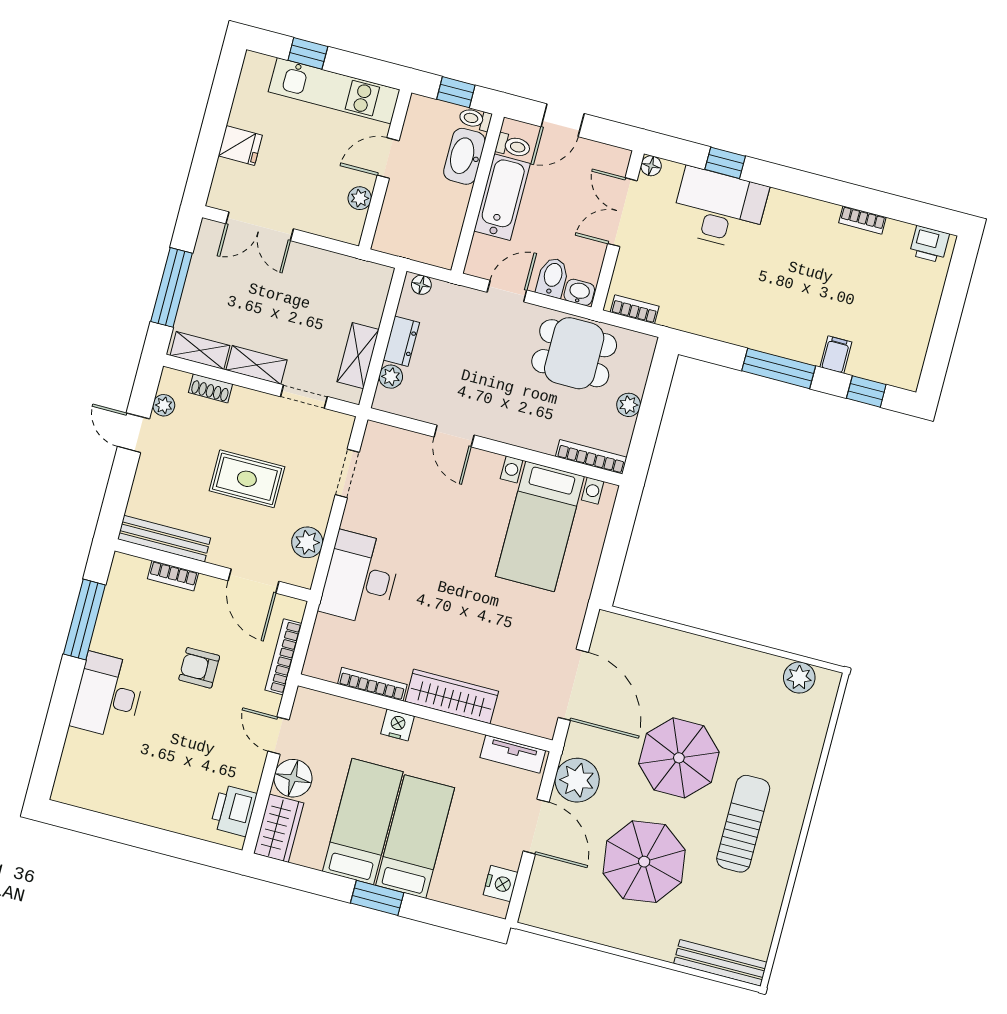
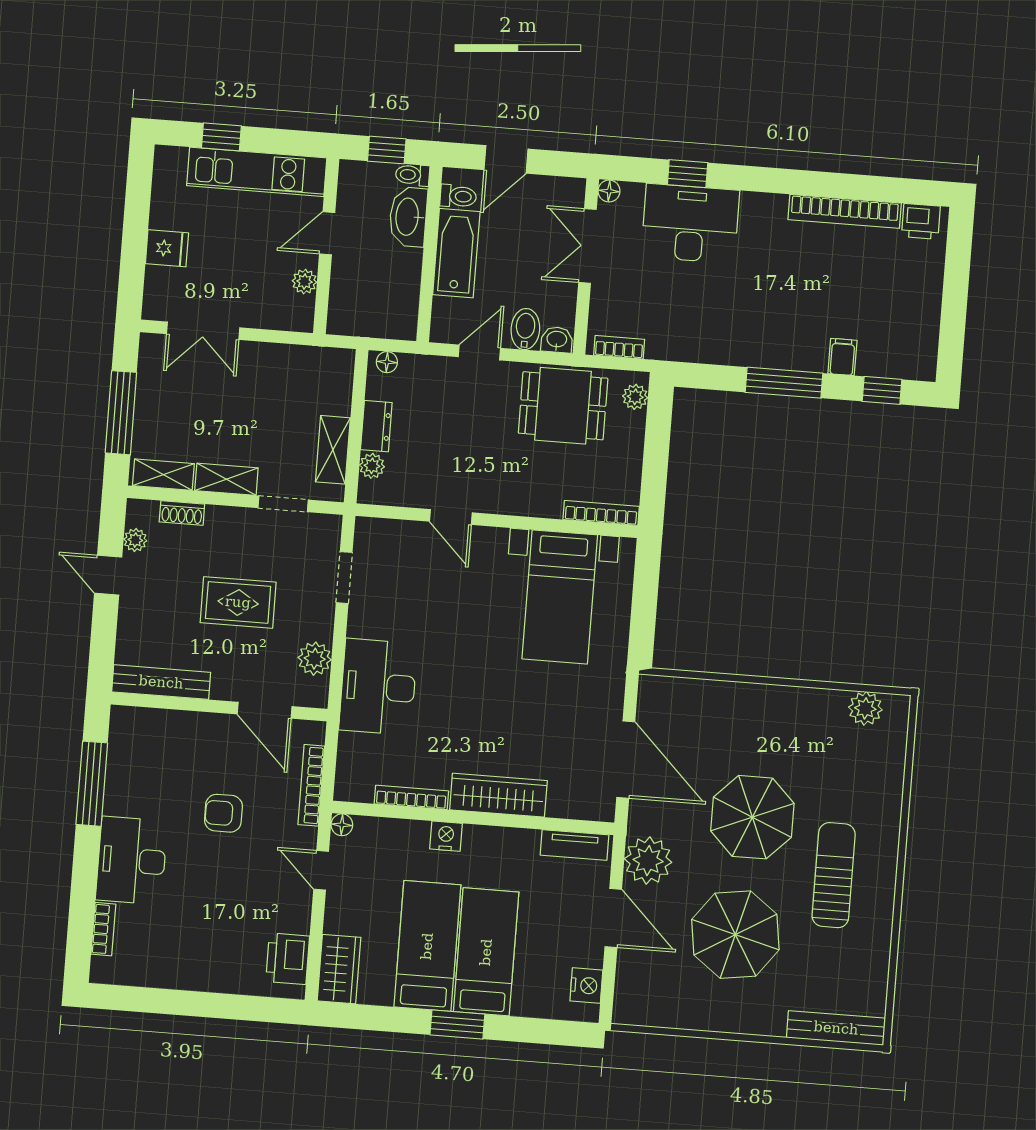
bookcase: (862, 220) -> (845, 211), width x2.31, depth x1.31
plant: (629, 405) -> (635, 397), moved
bookcase: (173, 576) -> (103, 929), moved, turned -90
floor lamp: (293, 778) -> (342, 825), moved, width x0.53, depth x0.53

